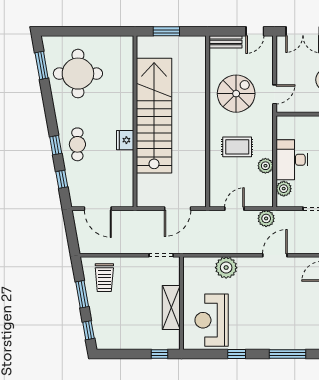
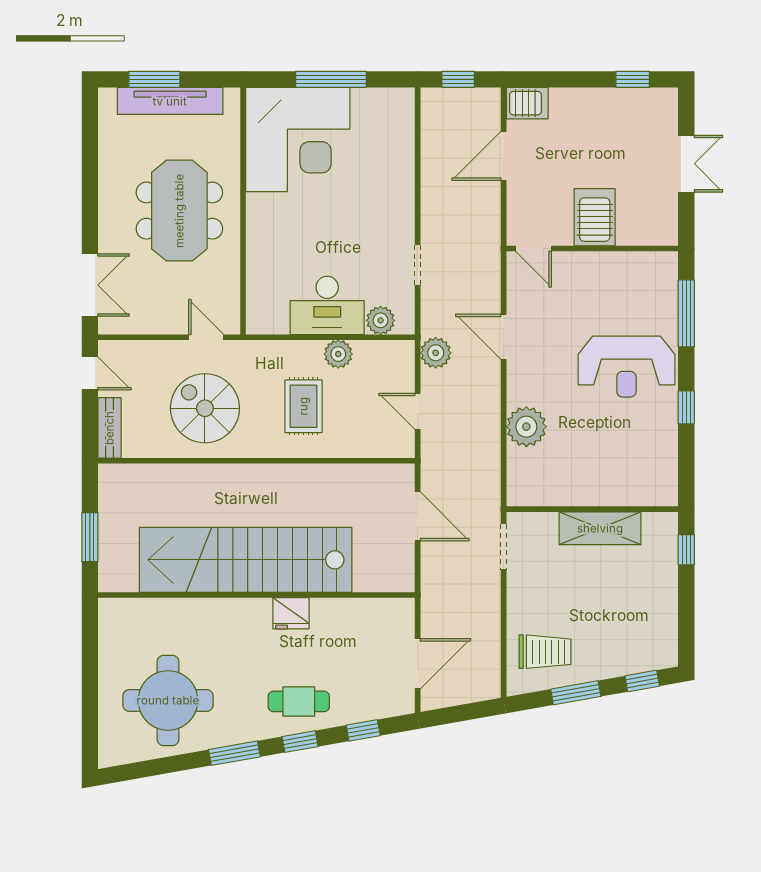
window: (42, 65) -> (234, 753), moved
reception desk: (212, 320) -> (626, 367), moved

